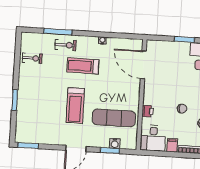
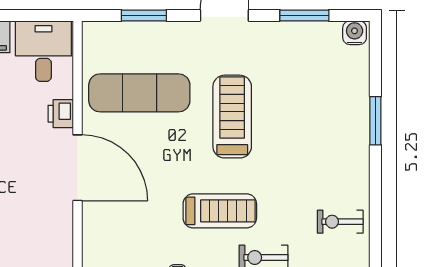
door: (143, 65) -> (78, 168), moved
water cooler: (115, 144) -> (355, 33), moved
window: (28, 146) -> (304, 15), moved

